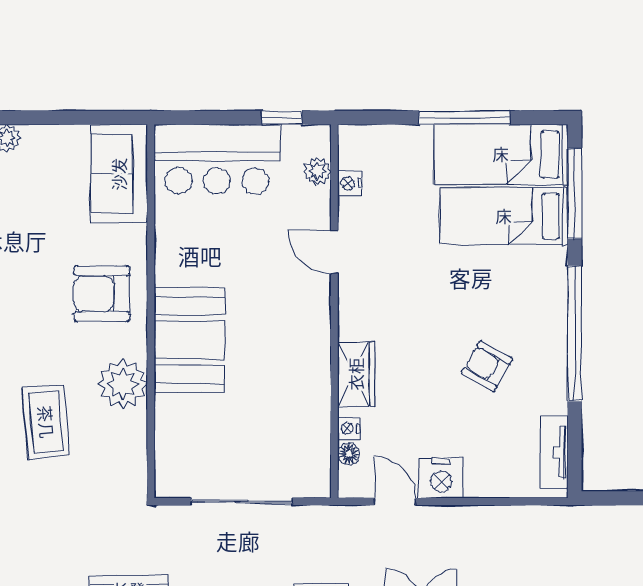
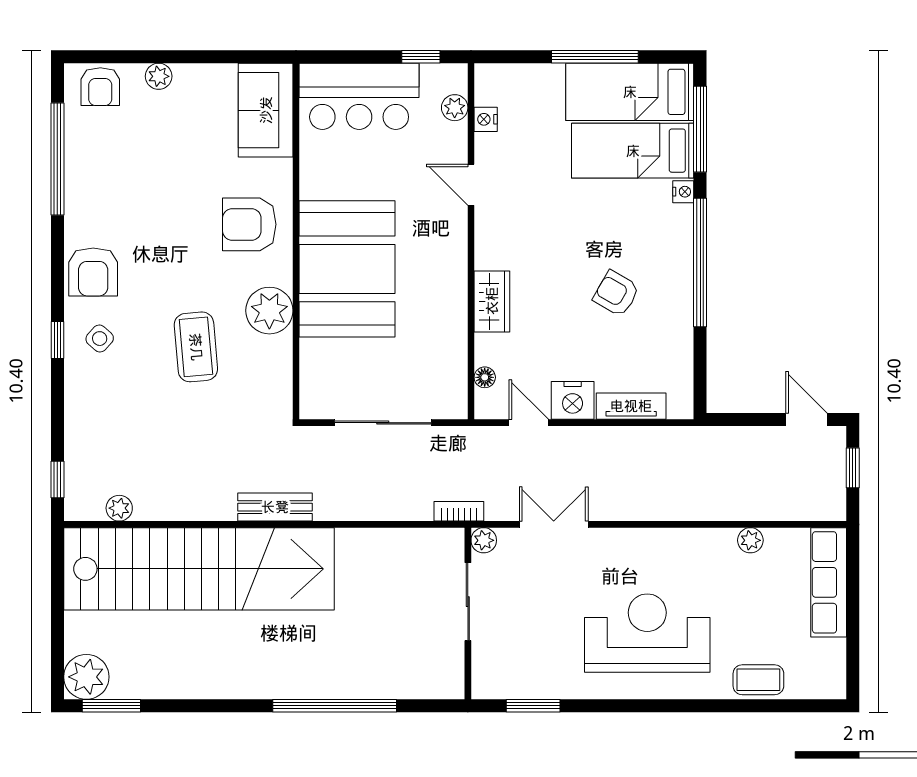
booth: (189, 340) -> (347, 269), width x1.36, depth x1.42
nightstand: (349, 429) -> (683, 192), moved, turned 180
tv unit: (554, 453) -> (631, 406), moved, turned 90

